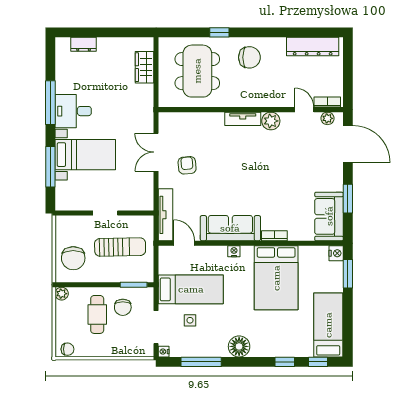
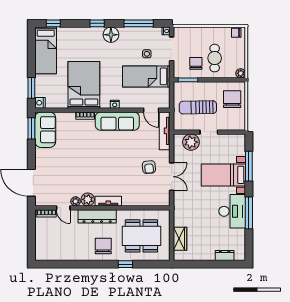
dresser: (313, 47) -> (97, 216), moved, turned 180
chair: (249, 57) -> (103, 246), turned 90
dining table: (197, 71) -> (141, 236), turned 90
desk: (73, 111) -> (232, 211), width x1.37
plant: (327, 118) -> (76, 201), moved
plant: (130, 199) -> (191, 142), added
window: (348, 199) -> (31, 128), moved
window: (285, 362) -> (97, 23), moved

